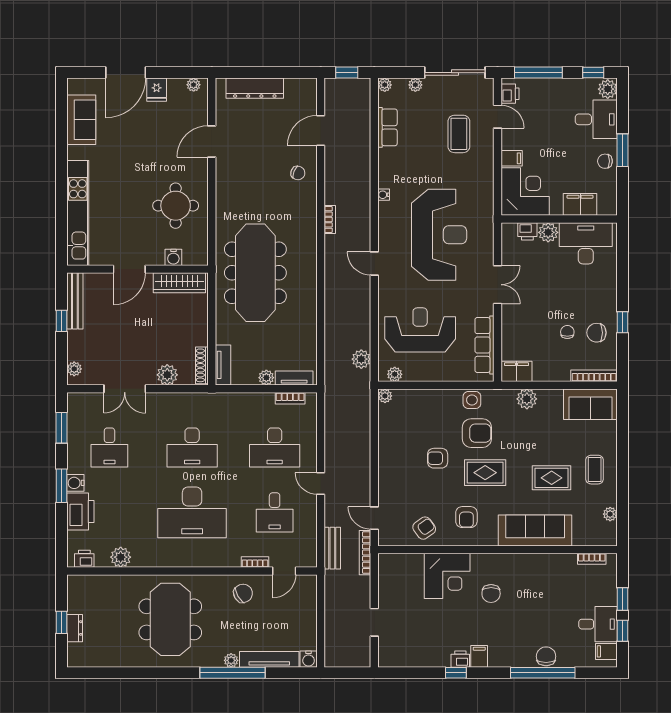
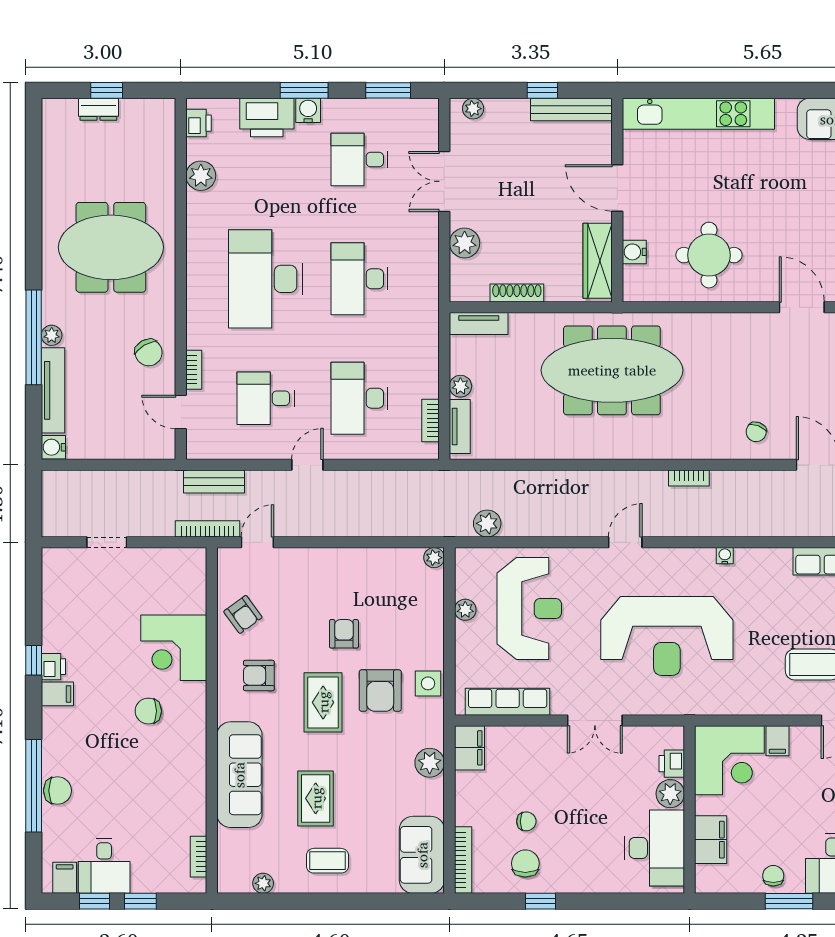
shoe rack: (202, 365) -> (517, 293), moved
plant: (395, 374) -> (465, 610), moved

